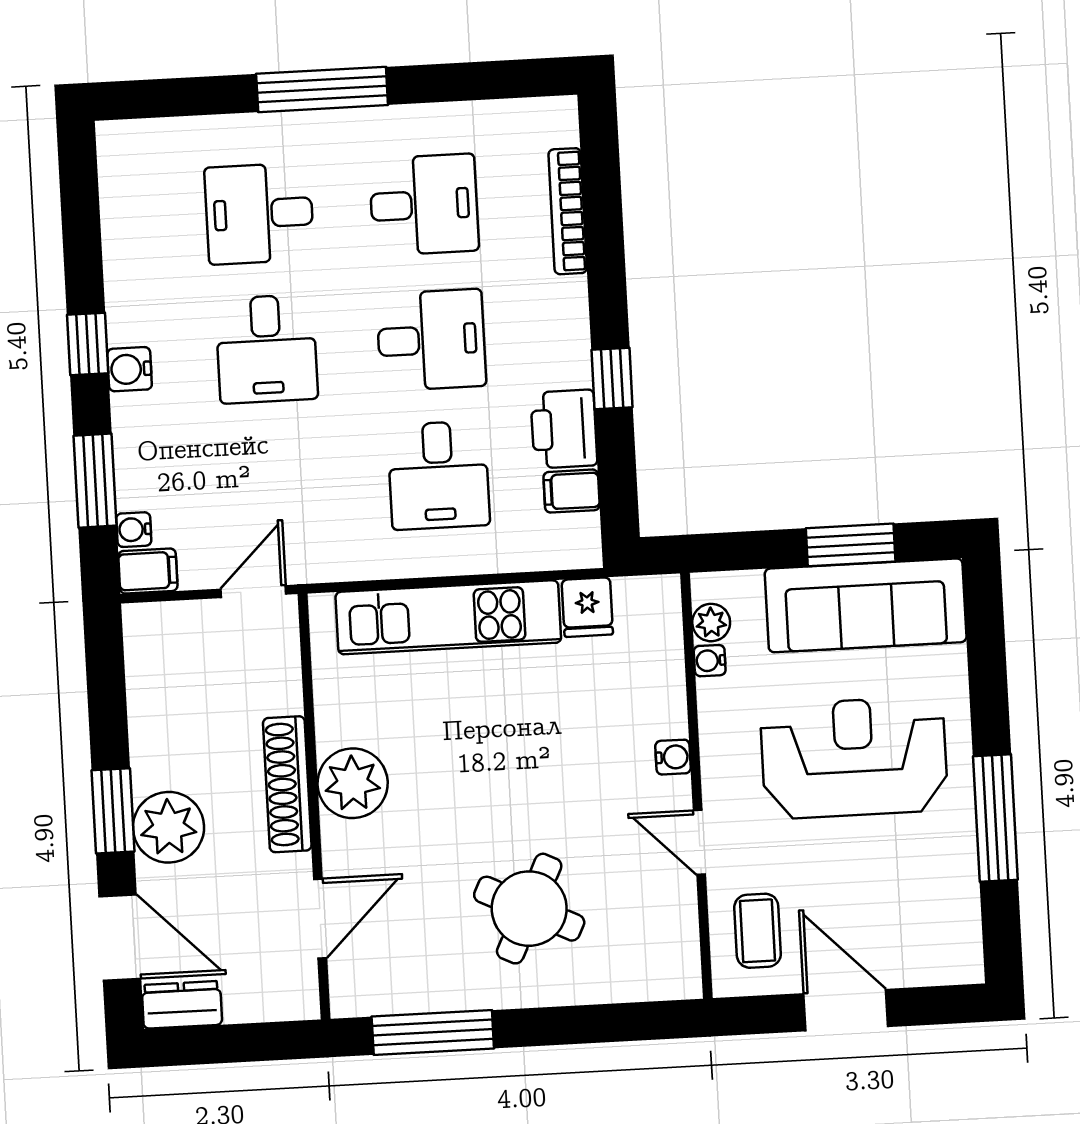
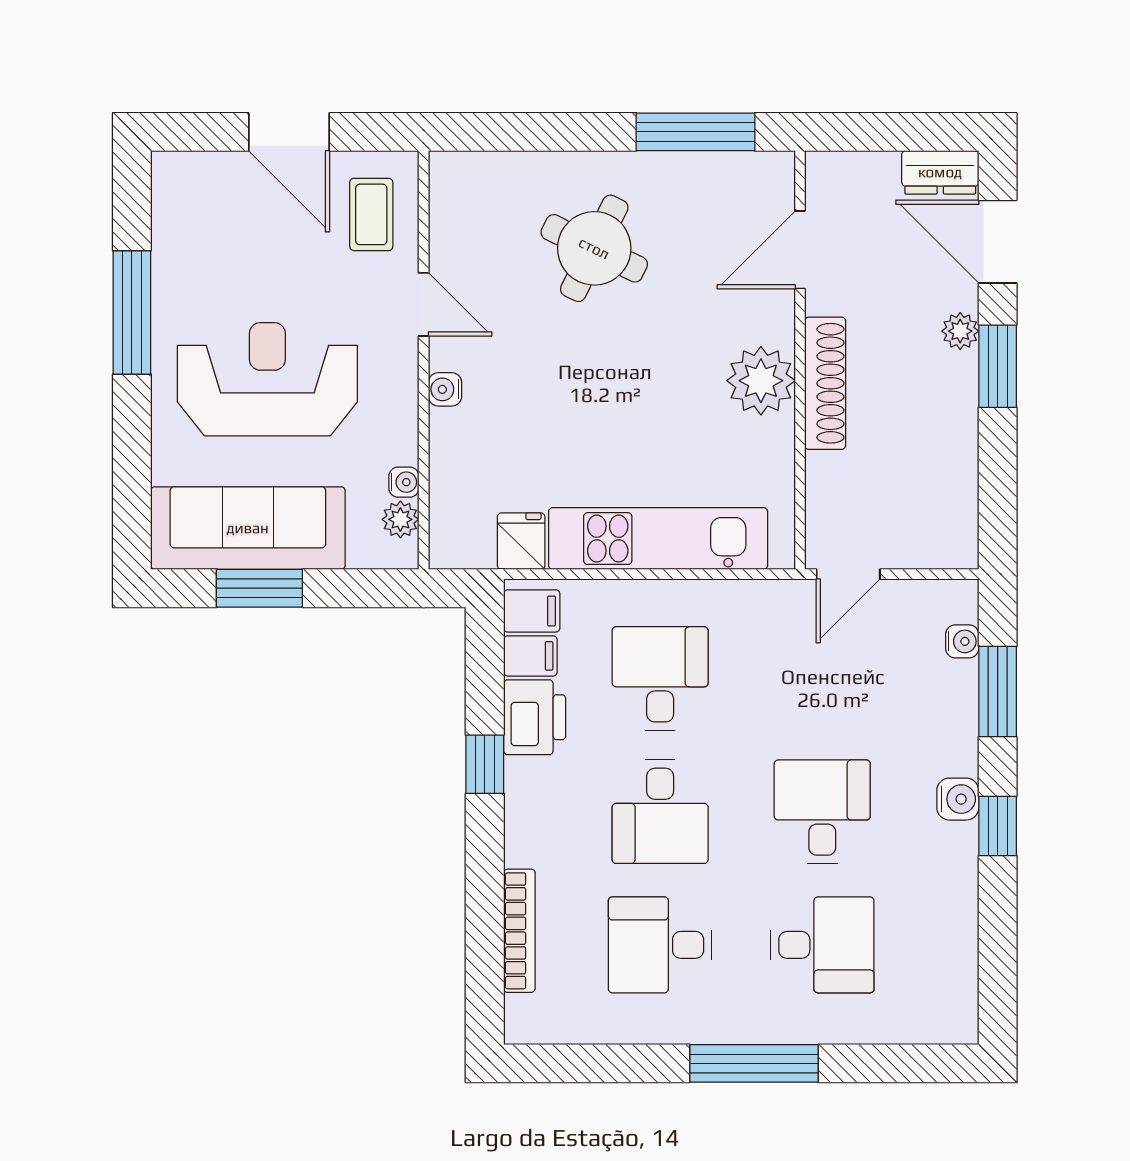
desk: (431, 340) -> (660, 812), turned -90
filing cabinet: (148, 571) -> (532, 611), moved, turned 180
reception desk: (854, 758) -> (267, 379), turned 180
plant: (169, 827) -> (960, 331), width x0.53, depth x0.53

